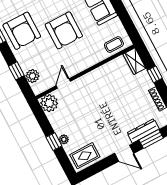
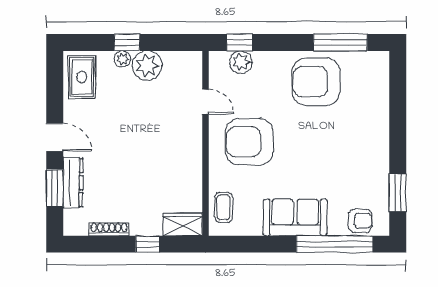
armchair: (64, 30) -> (249, 142), moved
window: (16, 71) -> (240, 42), moved
plant: (49, 103) -> (147, 66), moved
door: (124, 153) -> (55, 137), swing flipped

